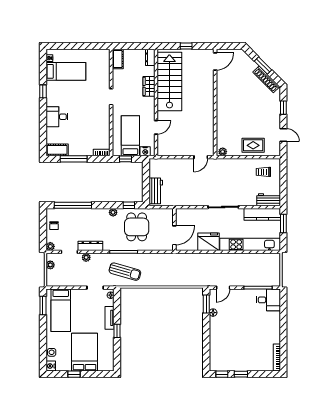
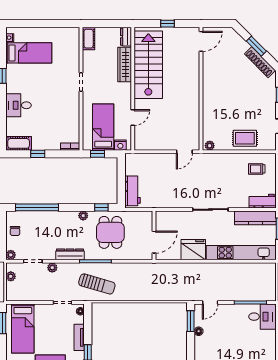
wardrobe: (149, 86) -> (125, 64), width x1.50
window: (74, 159) -> (38, 154), width x0.46
dresser: (90, 246) -> (70, 254), moved

